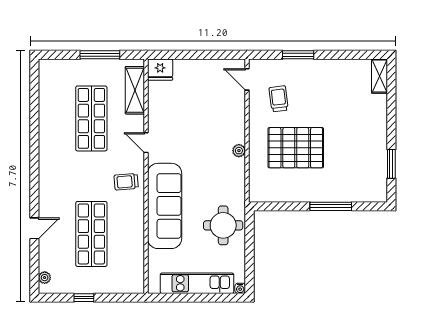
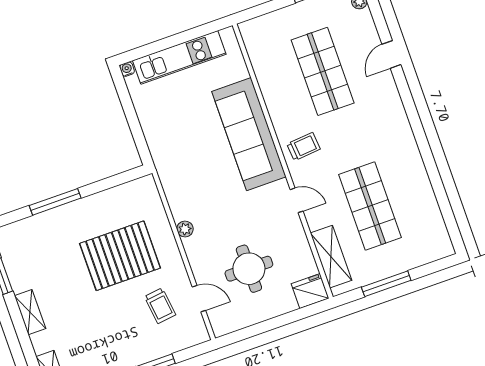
door: (247, 79) -> (199, 299), moved
shelving: (380, 129) -> (30, 312), added
round table: (223, 225) -> (249, 269), moved

